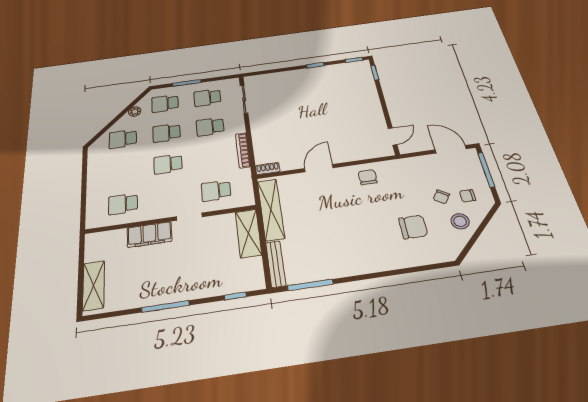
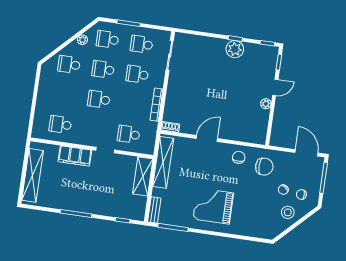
plant: (319, 74) -> (235, 49), added
plant: (377, 114) -> (266, 104), added
door: (392, 136) -> (275, 87), moved
chair: (413, 227) -> (264, 167), moved
grand piano: (357, 242) -> (213, 206), added
bench: (276, 264) -> (154, 210), width x0.73
shelving: (94, 285) -> (33, 175), width x1.47

